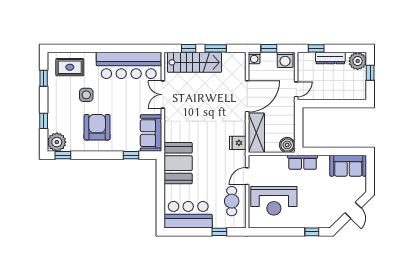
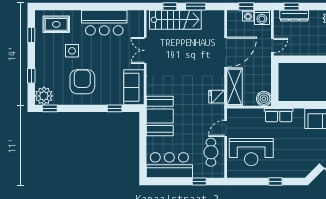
washing machine: (254, 58) -> (248, 16), moved
dresser: (330, 58) -> (294, 16), moved
bar counter: (129, 65) -> (104, 23), width x0.73
window: (312, 232) -> (275, 182), moved

